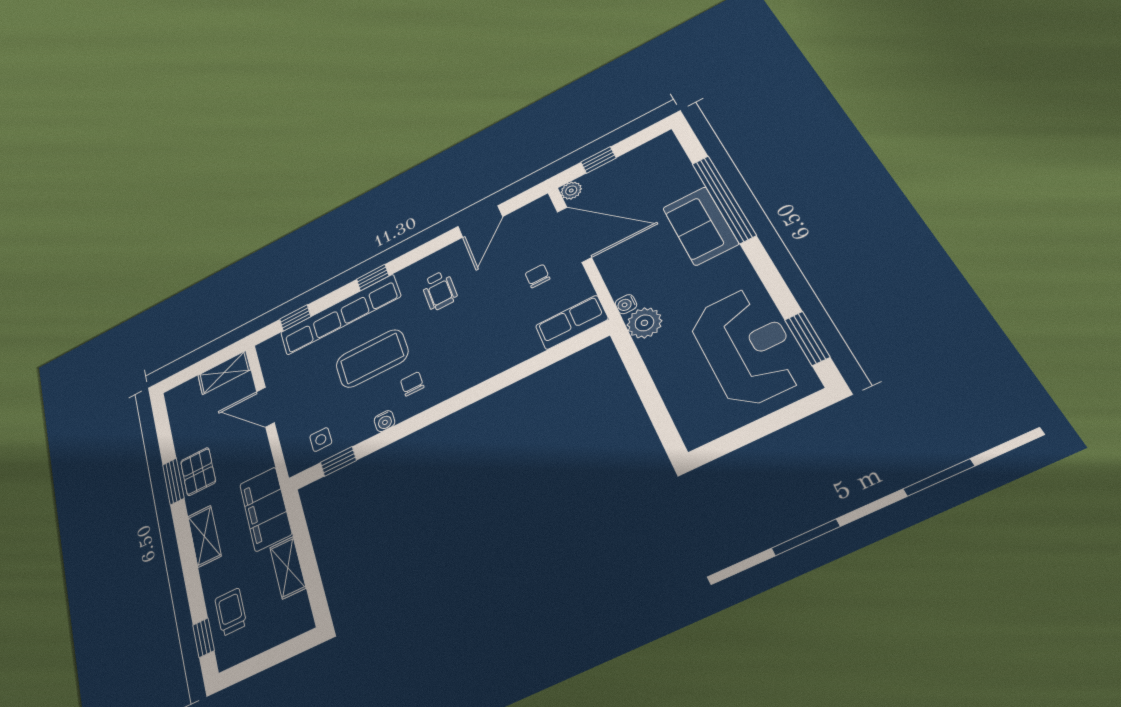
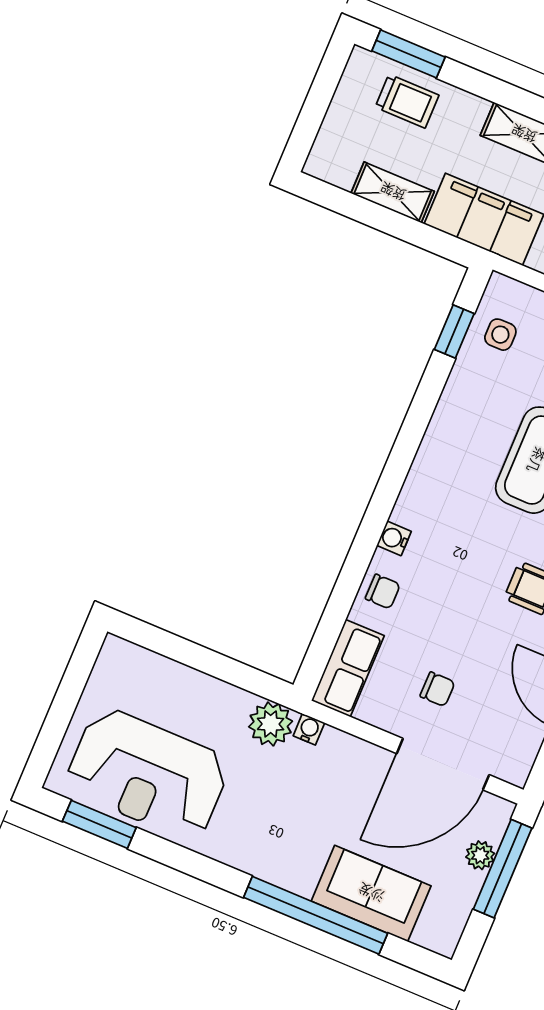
window: (598, 160) -> (503, 869), width x2.17
plant: (571, 191) -> (480, 855), moved
sofa: (700, 226) -> (371, 893), moved
chair: (412, 384) -> (383, 592), moved
water cooler: (385, 421) -> (394, 538), moved
window: (204, 638) -> (408, 54), width x1.50

